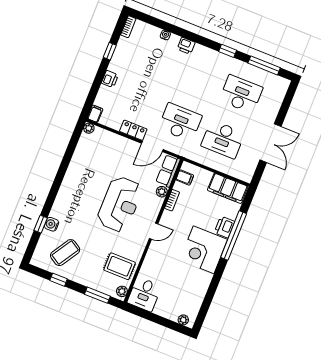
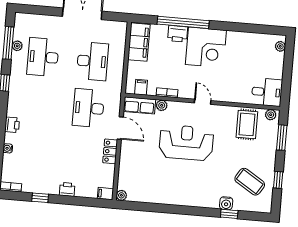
plant: (259, 73) -> (17, 46), added

